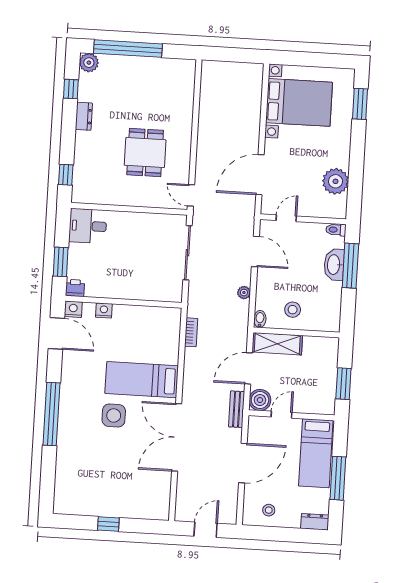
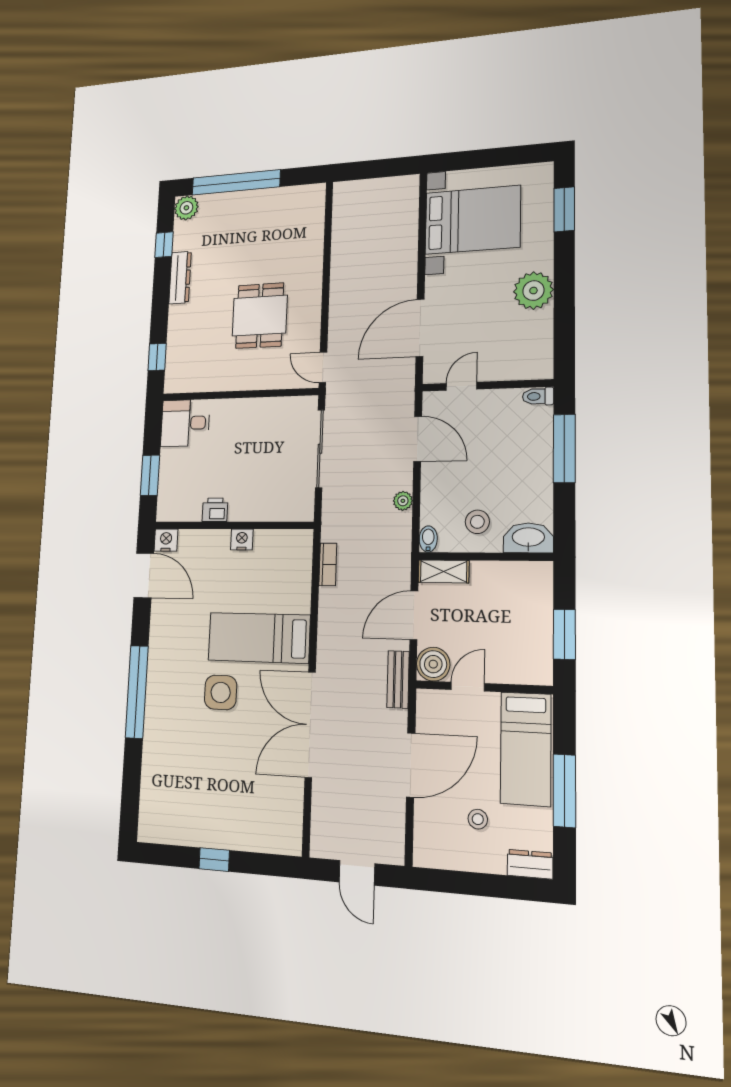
dresser: (84, 116) -> (180, 278), width x1.44
plant: (335, 181) -> (533, 291), moved
washbasin: (334, 265) -> (528, 538), moved, turned 90
printer: (75, 288) -> (215, 510), moved
nightstand: (104, 310) -> (242, 539), moved
shelving: (277, 344) -> (444, 571), width x0.67, depth x0.75
stool: (269, 510) -> (478, 819), moved
door: (206, 530) -> (357, 873), swing flipped

